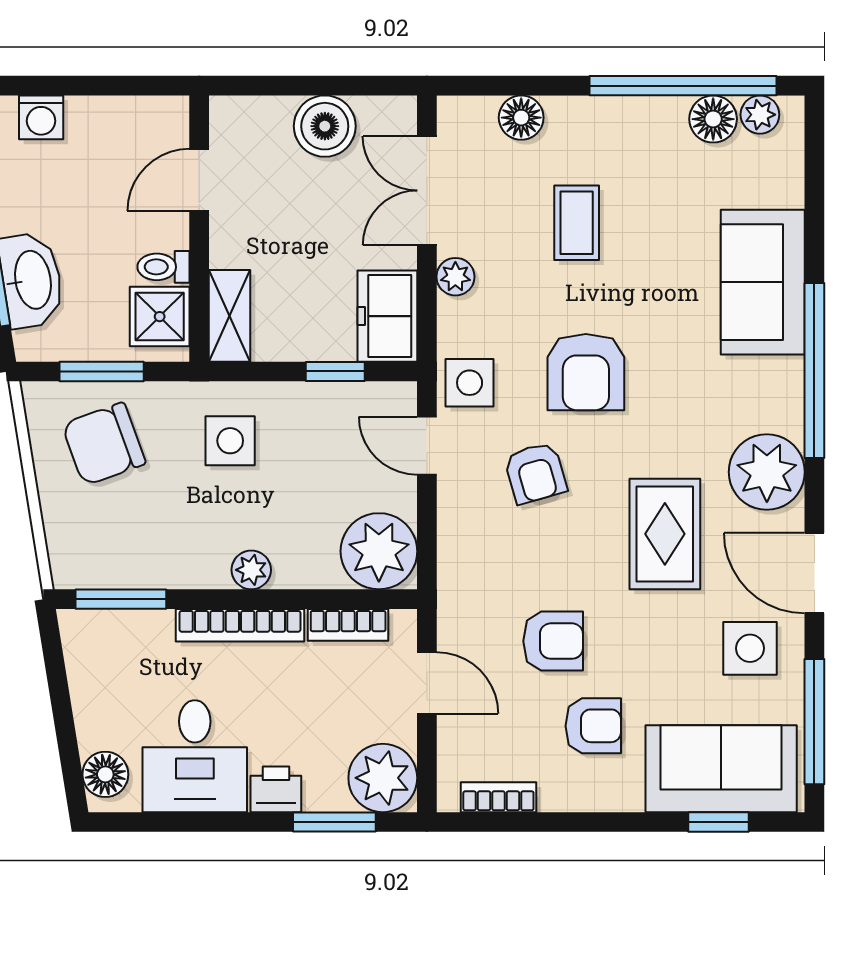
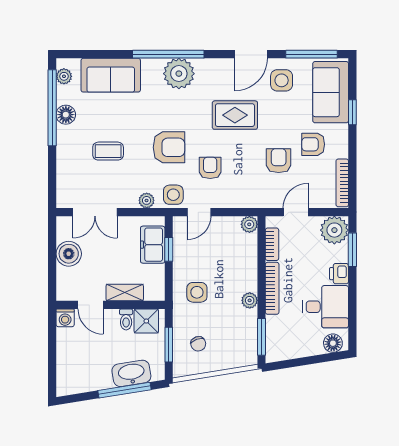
washing machine: (41, 117) -> (65, 318), moved, turned 90
floor lamp: (521, 118) -> (65, 174), removed
floor lamp: (713, 119) -> (66, 115), moved
plant: (455, 277) -> (147, 200), moved
sofa: (763, 282) -> (111, 75), moved
shelving: (230, 316) -> (125, 293), moved
freezer: (387, 316) -> (153, 245), moved, turned 90
chair: (104, 444) -> (198, 344), width x0.54, depth x0.54
plant: (767, 472) -> (179, 74), moved
armchair: (535, 473) -> (210, 168), turned -74
plant: (379, 551) -> (249, 224), width x0.53, depth x0.53
plant: (251, 570) -> (250, 300), moved
armchair: (593, 726) -> (313, 144), turned -90
bookcase: (498, 797) -> (342, 183), width x1.56
window: (718, 822) -> (352, 112), moved

